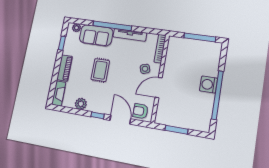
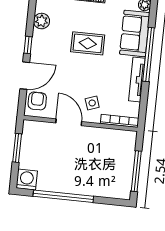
washing machine: (208, 85) -> (27, 179), moved

